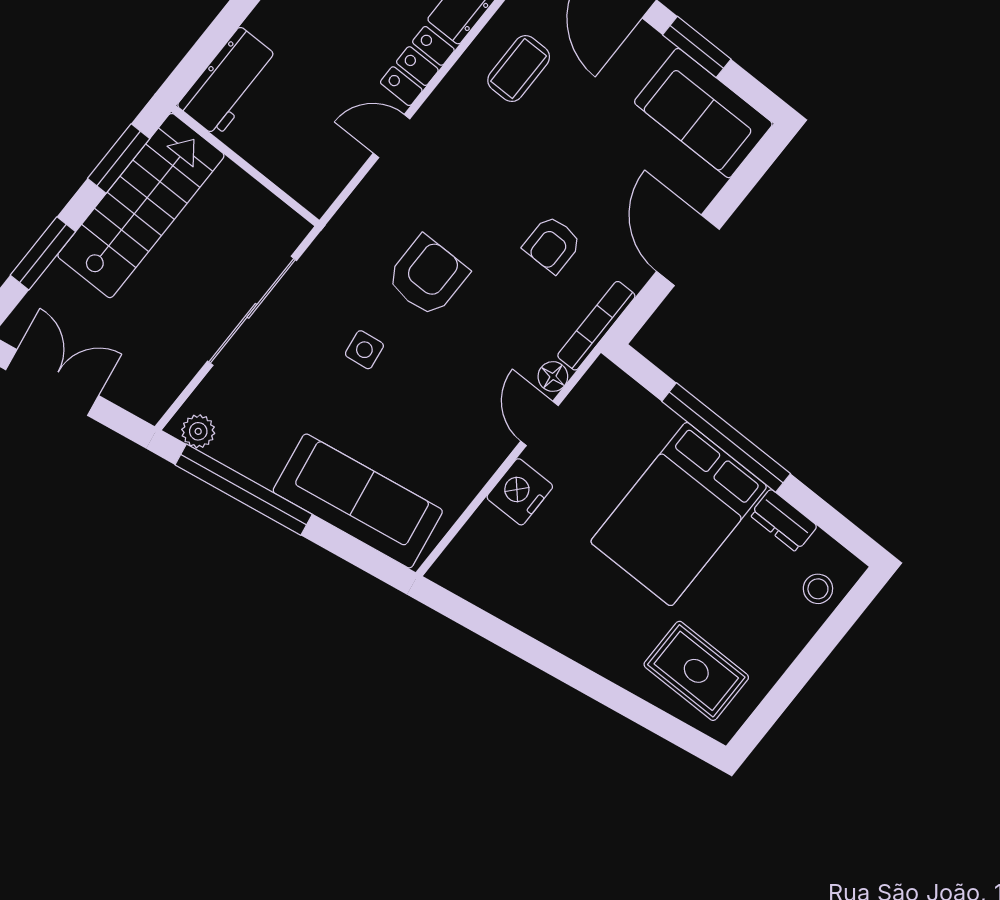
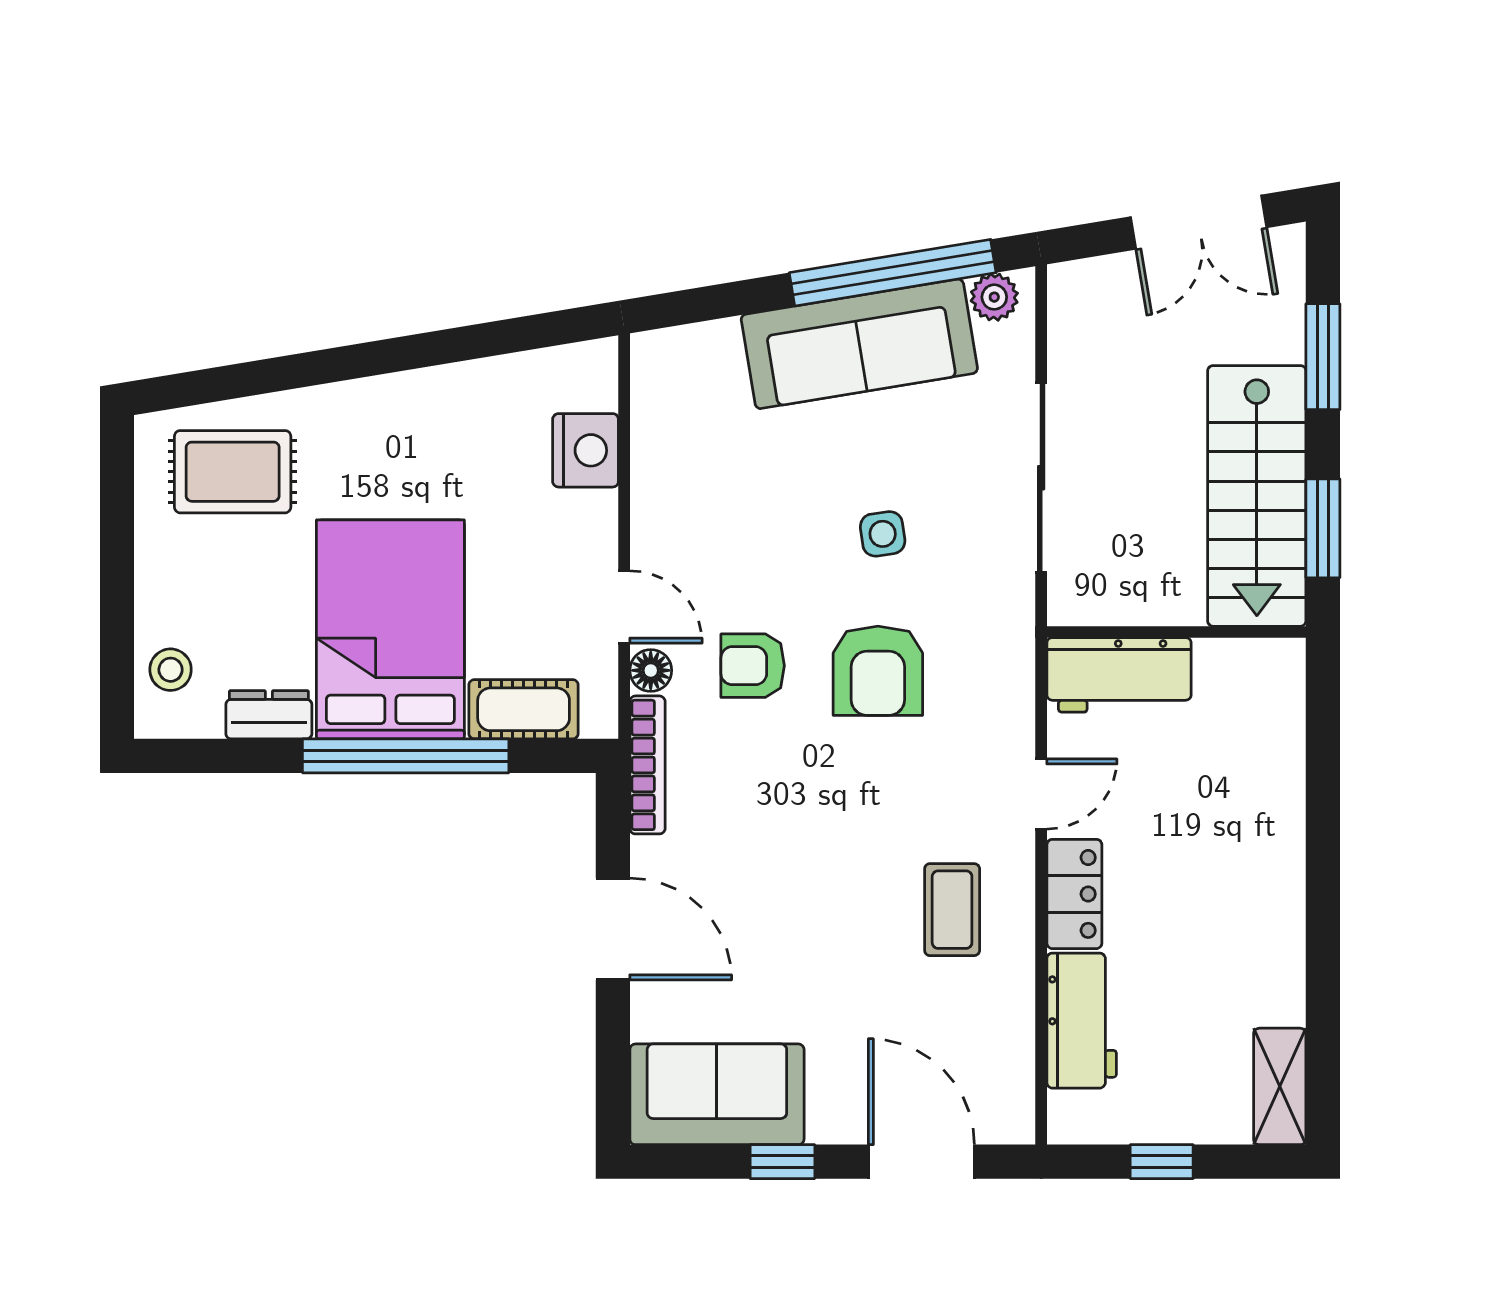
window: (697, 47) -> (782, 1162), width x0.67
coffee table: (519, 69) -> (952, 910), moved
workbench: (229, 82) -> (1119, 675), moved, turned -90
armchair: (552, 244) -> (753, 666), moved, turned -90
cot: (640, 411) -> (524, 709), added
nightstand: (520, 492) -> (586, 450), moved
sofa: (358, 501) -> (859, 344), moved

